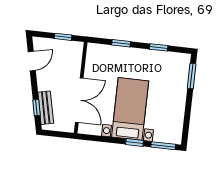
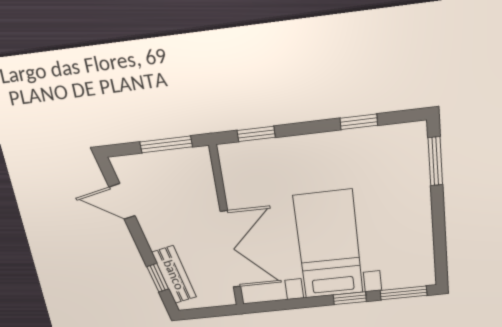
window: (63, 37) -> (166, 144), width x1.50
window: (121, 43) -> (256, 134), moved
door: (32, 61) -> (122, 201), swing flipped

